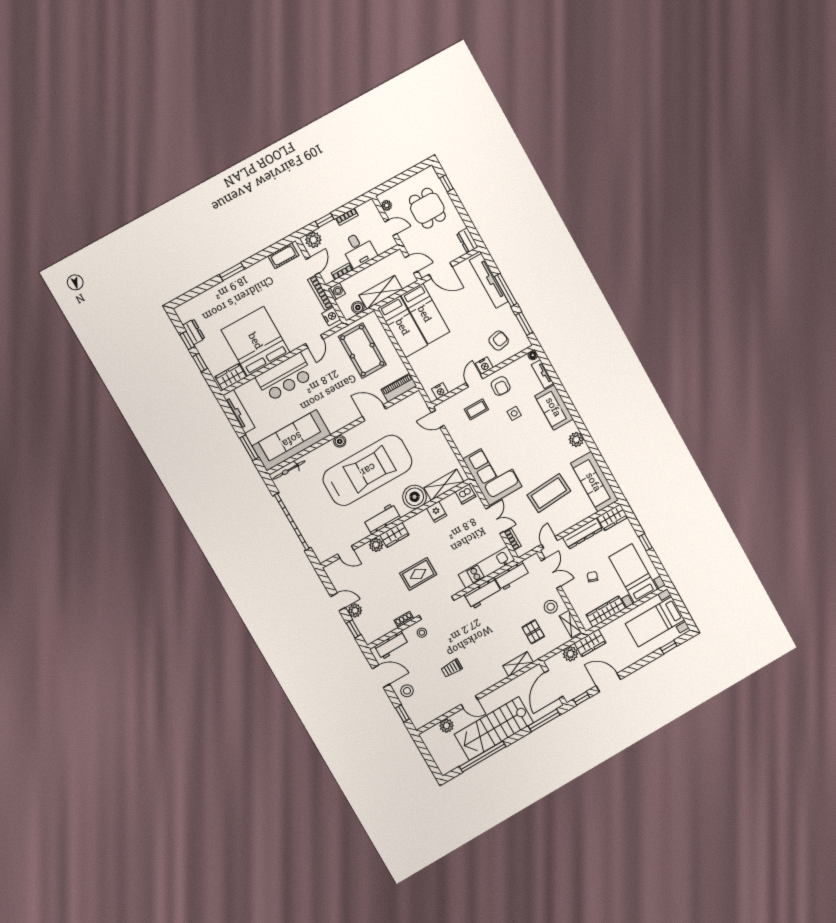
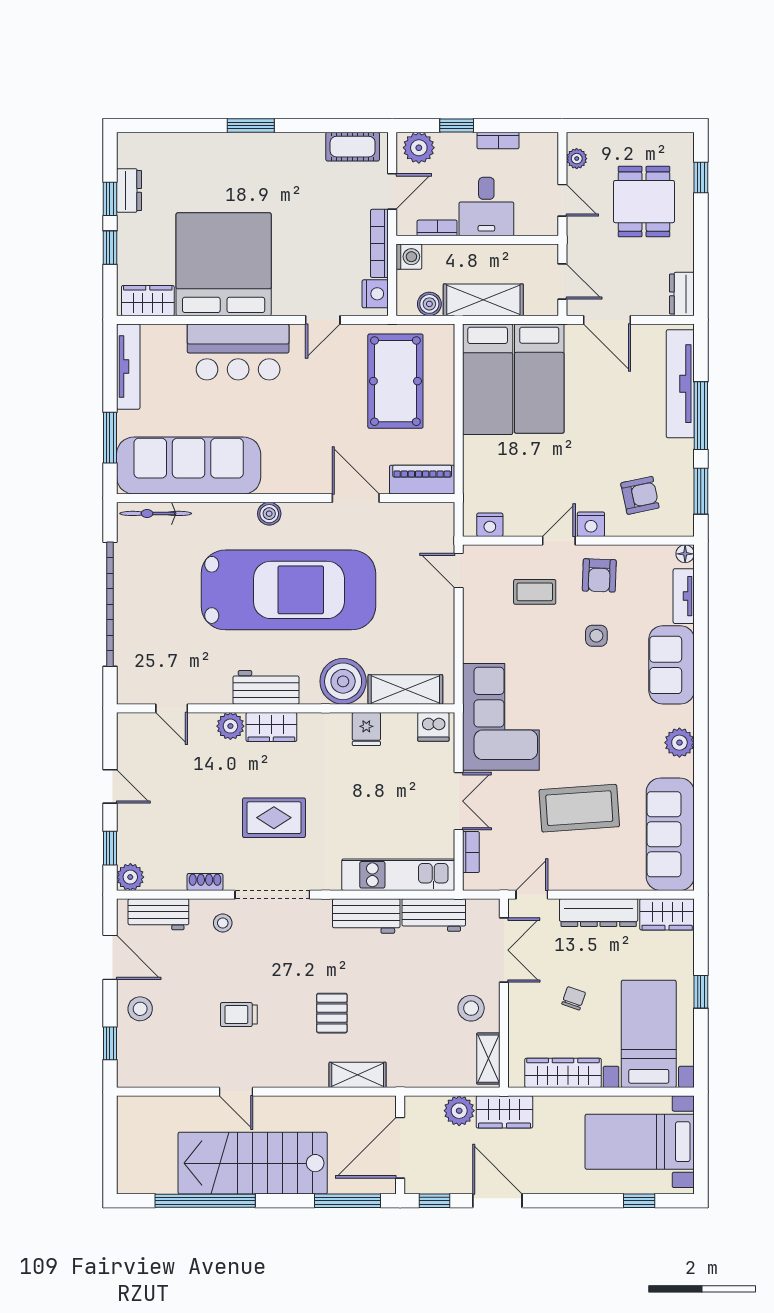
plant: (355, 611) -> (130, 877), moved
pallet: (533, 632) -> (332, 1013), moved
plant: (447, 726) -> (173, 1109), removed

